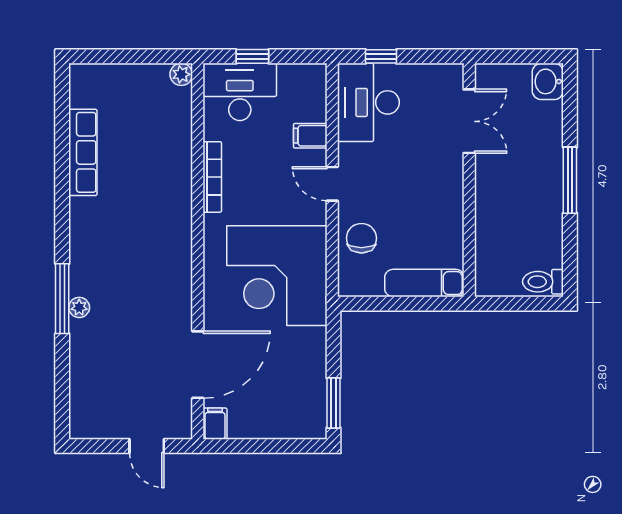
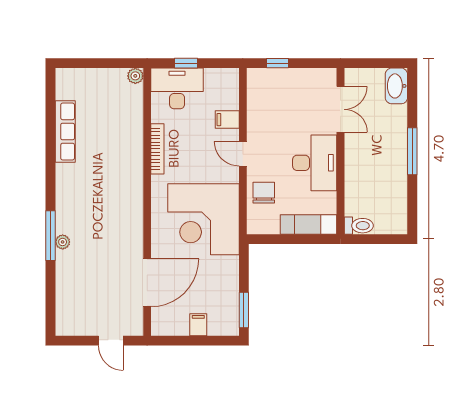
washbasin: (548, 81) -> (396, 86), width x1.38
desk: (368, 102) -> (315, 163), moved, turned 180
toilet: (543, 282) -> (359, 226), moved, turned 180
filing cabinet: (215, 424) -> (198, 325), moved

